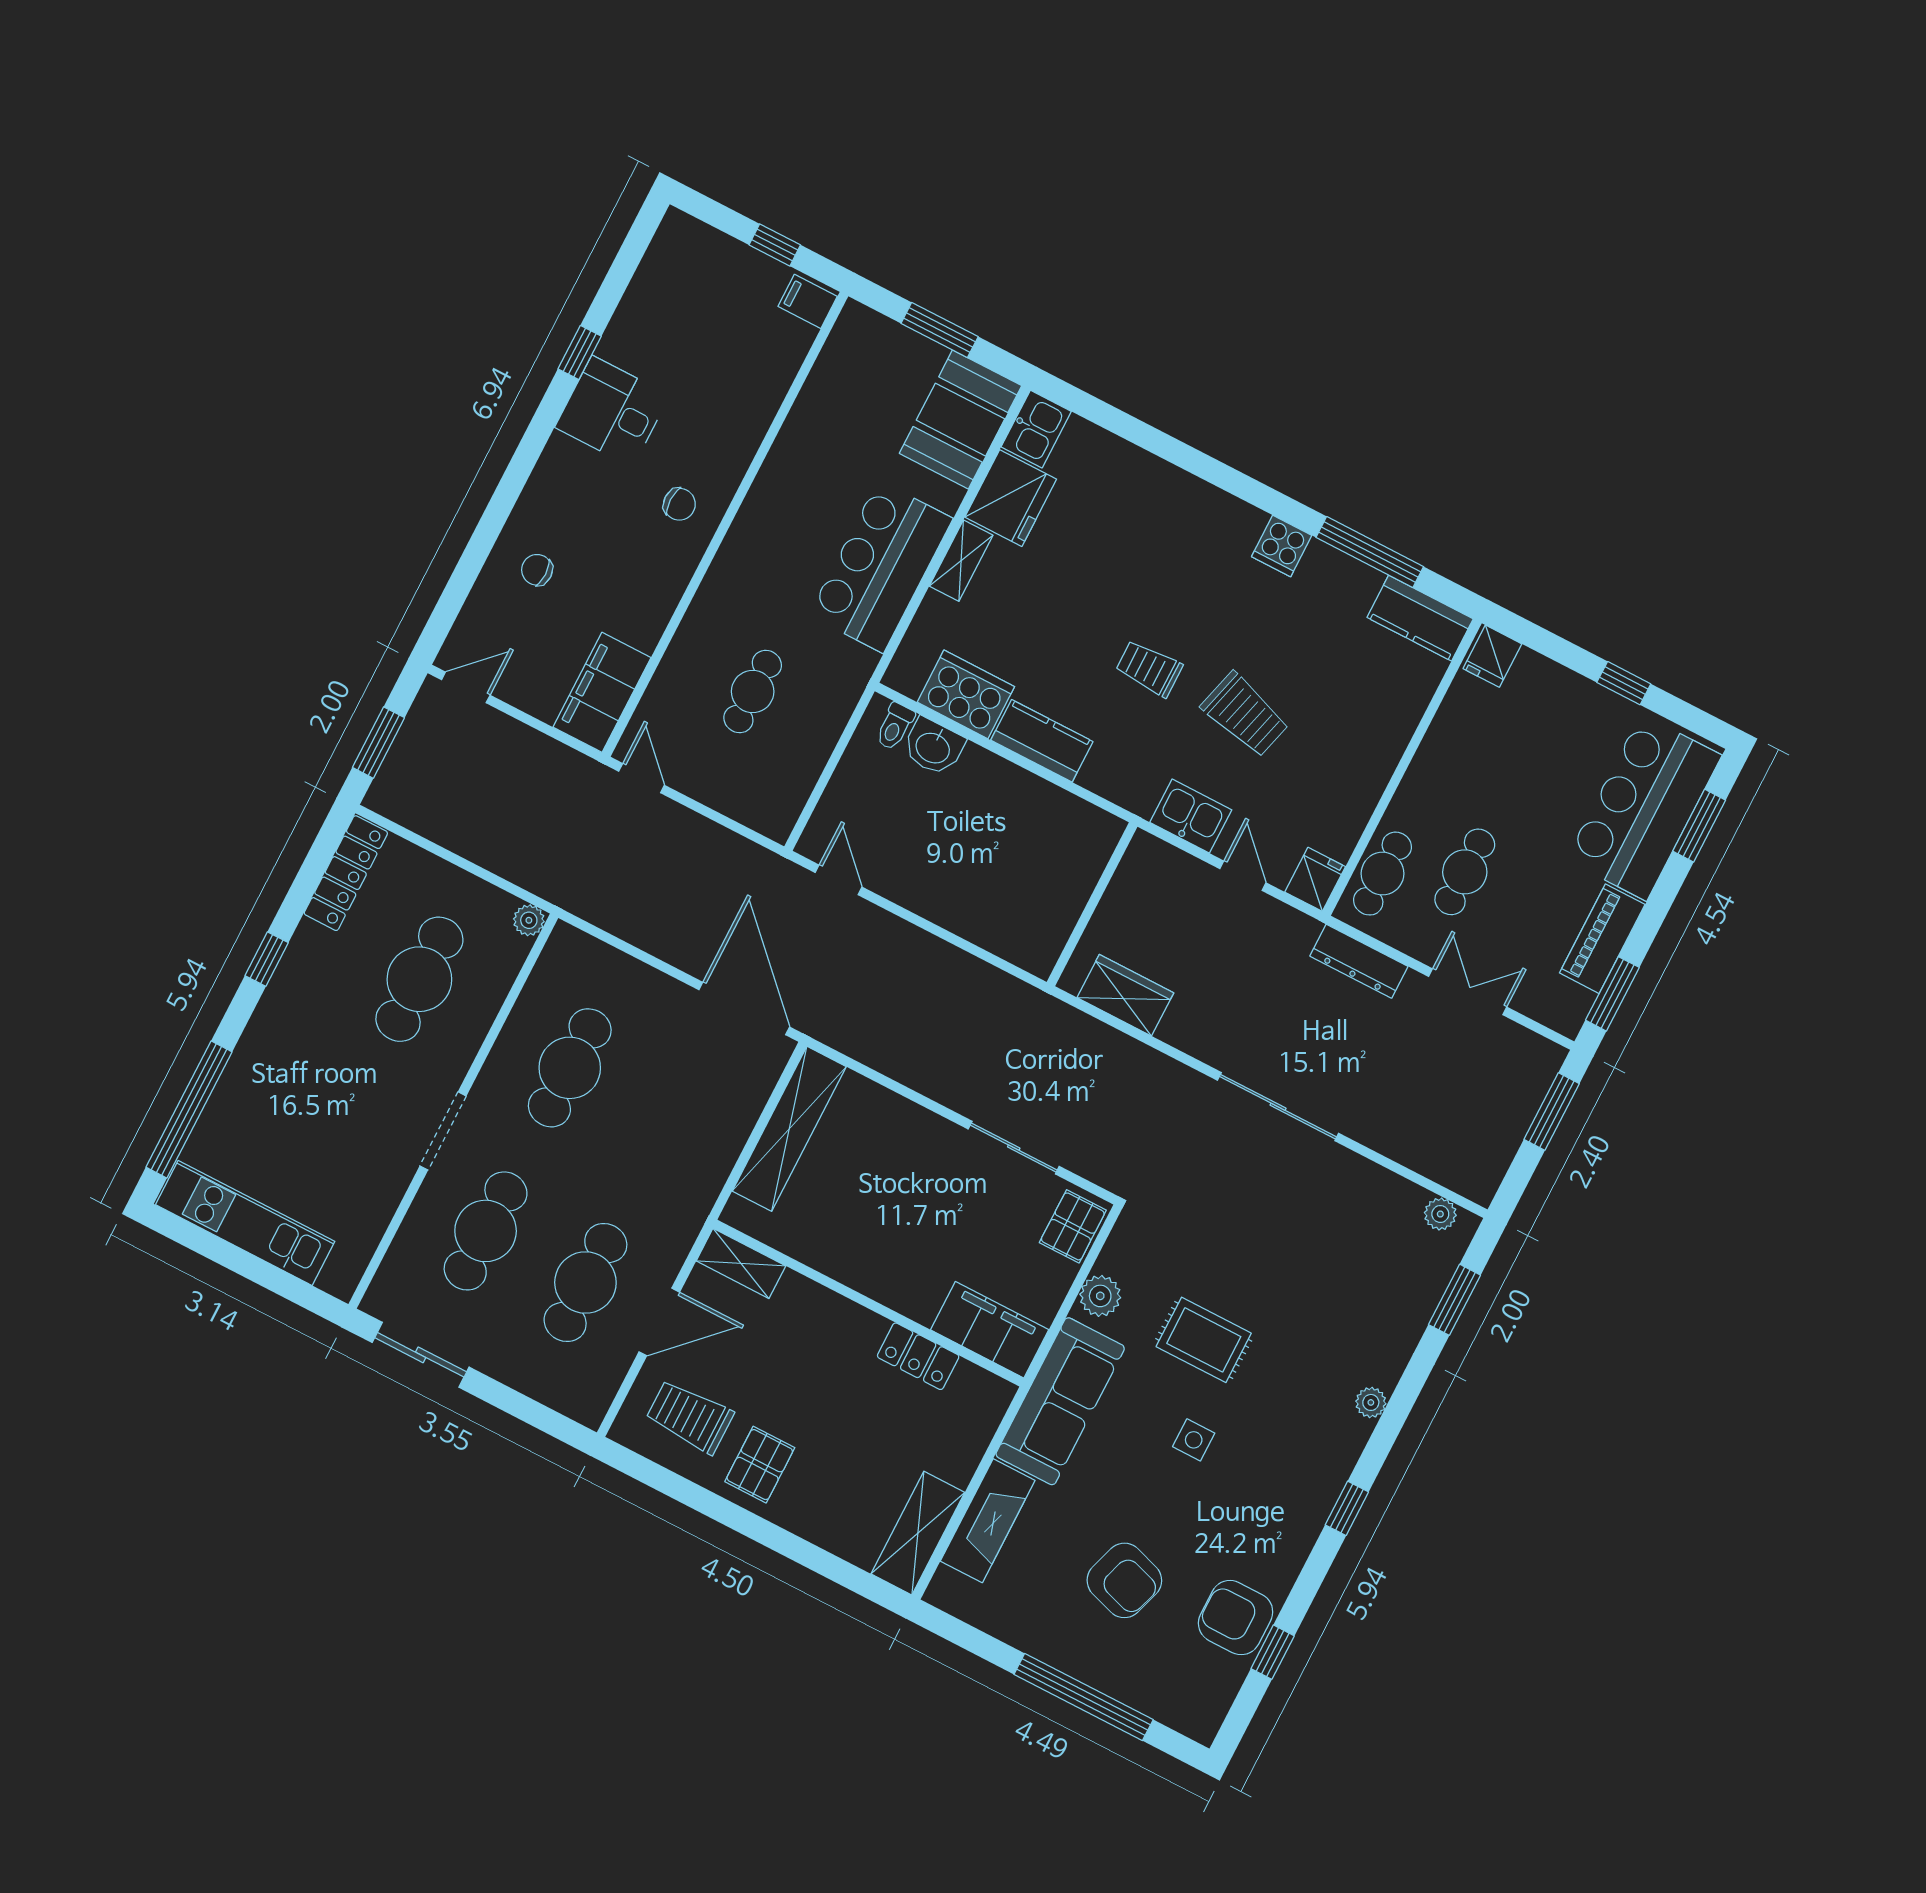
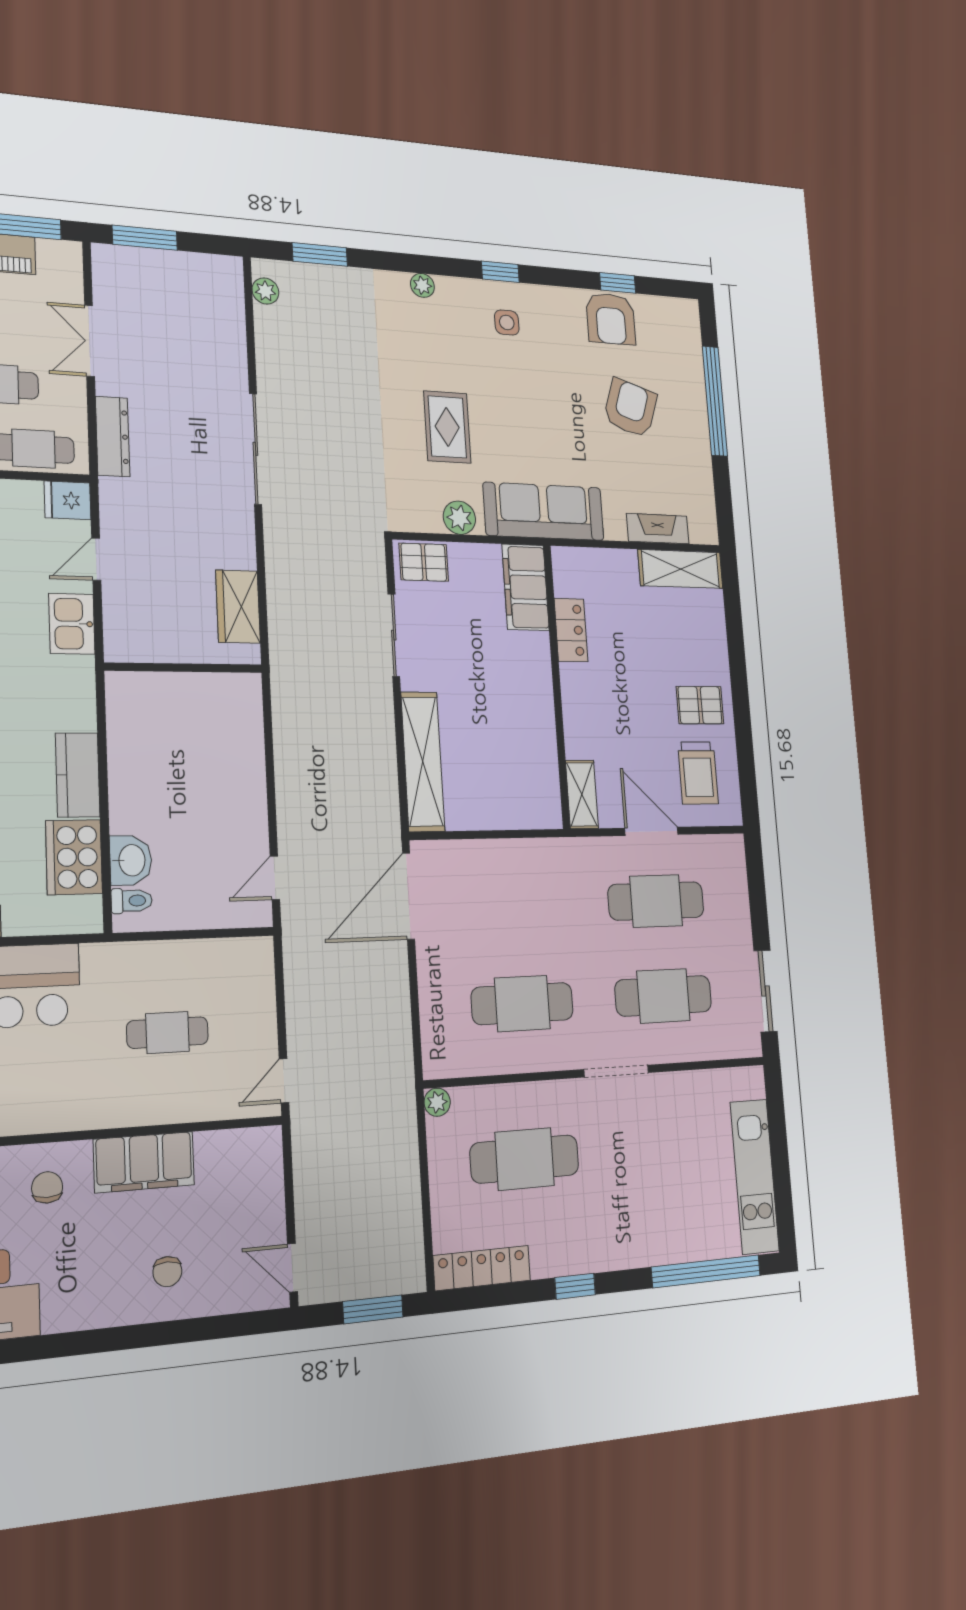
filing cabinet: (602, 692) -> (144, 1162), moved
shelving: (789, 1129) -> (423, 762), moved, turned 90
side table: (1194, 1440) -> (507, 322), moved
fireplace: (988, 1521) -> (658, 529), width x0.73, depth x0.76

